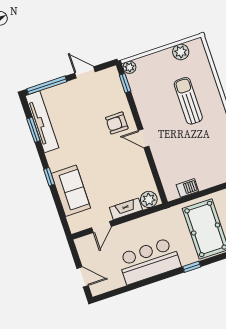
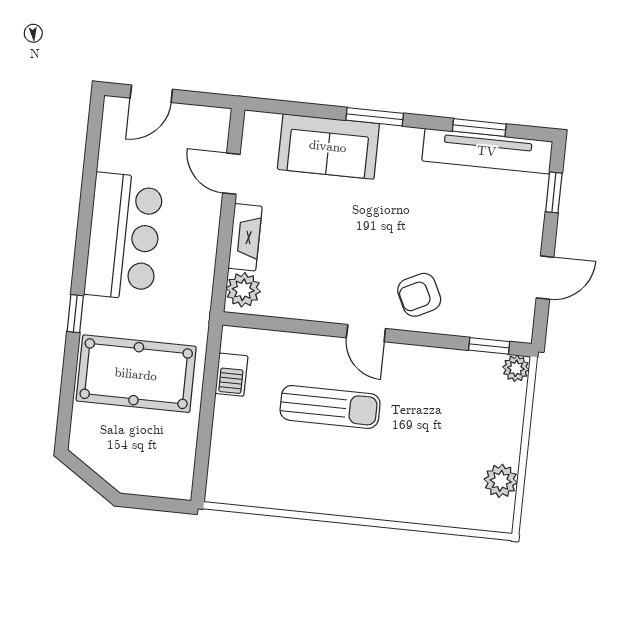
window: (47, 85) -> (554, 192), width x0.46
sun lounger: (188, 101) -> (330, 407), moved
armchair: (117, 123) -> (419, 295), turned -116
door: (144, 138) -> (366, 333), swing flipped
window: (49, 177) -> (375, 117), width x1.50

